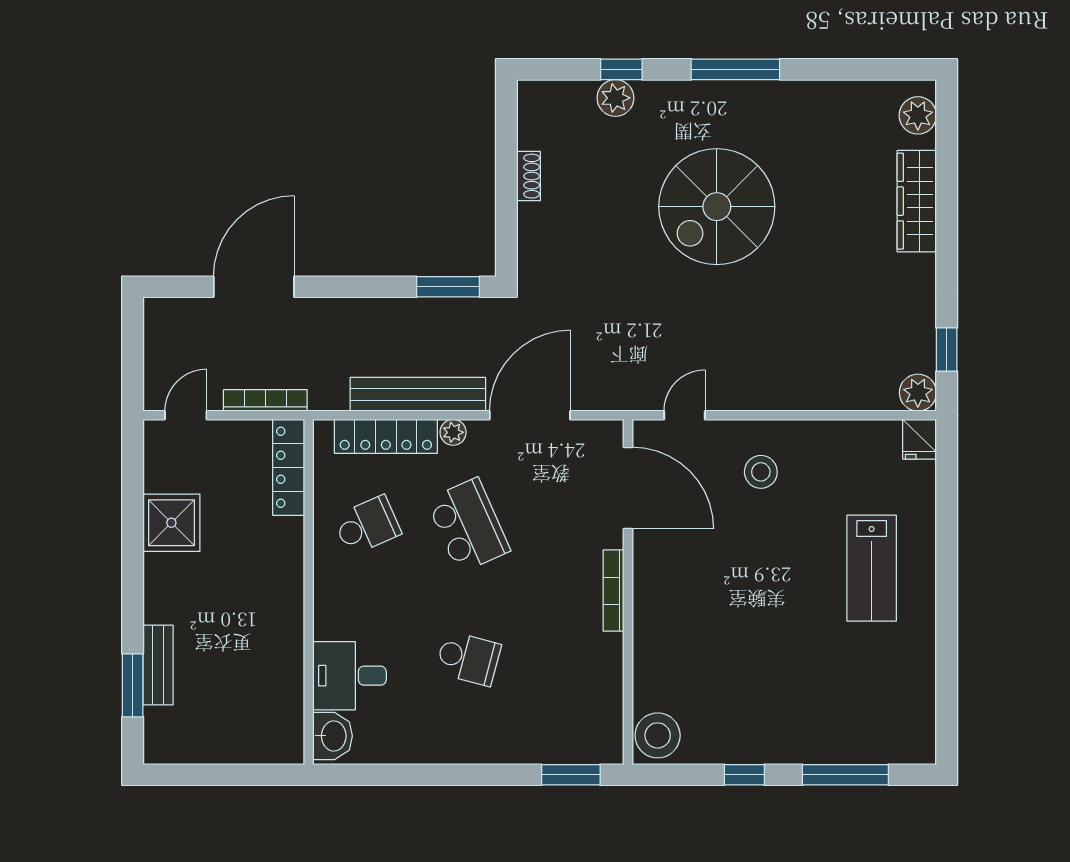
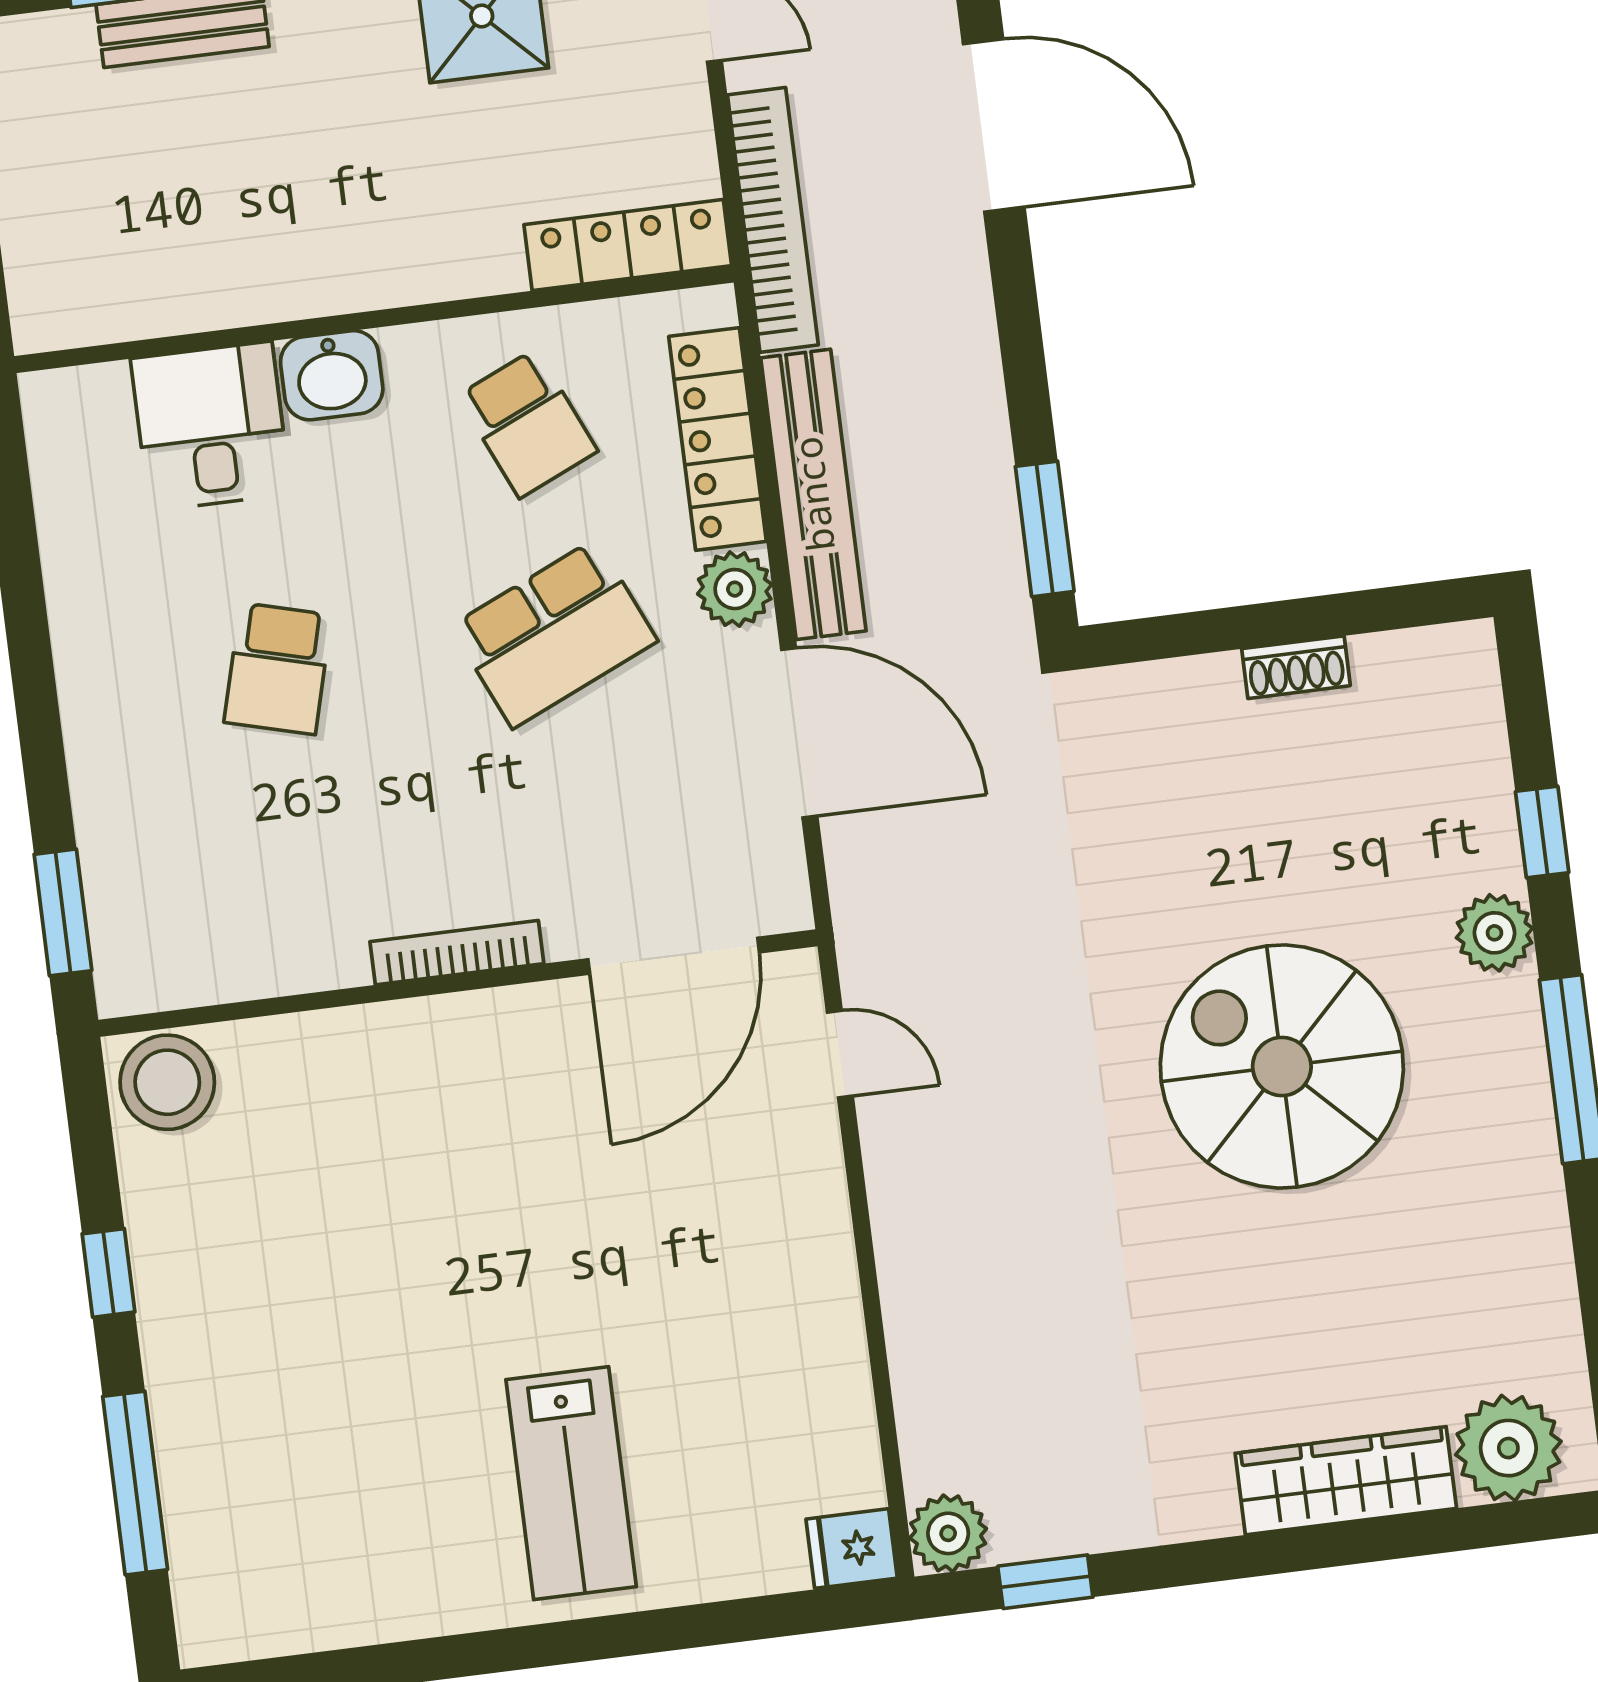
plant: (615, 98) -> (1494, 933), moved
plant: (918, 115) -> (1508, 1448), width x1.36, depth x1.36
bookcase: (265, 400) -> (773, 220), width x1.48, depth x1.31
plant: (453, 432) -> (735, 589), width x1.38, depth x1.38
stool: (761, 472) -> (742, 1228), removed
lab bench: (872, 568) -> (571, 1483), turned -90
washbasin: (333, 736) -> (332, 375), moved

